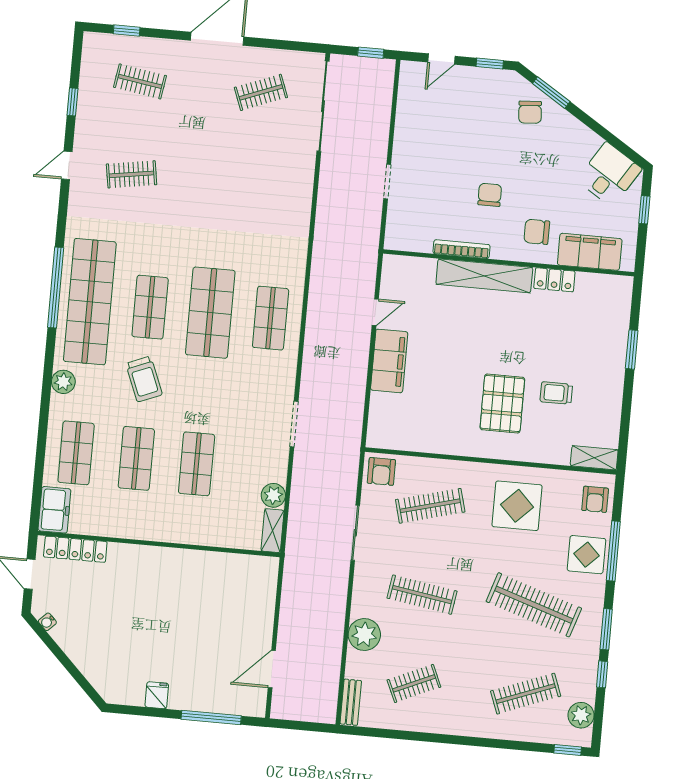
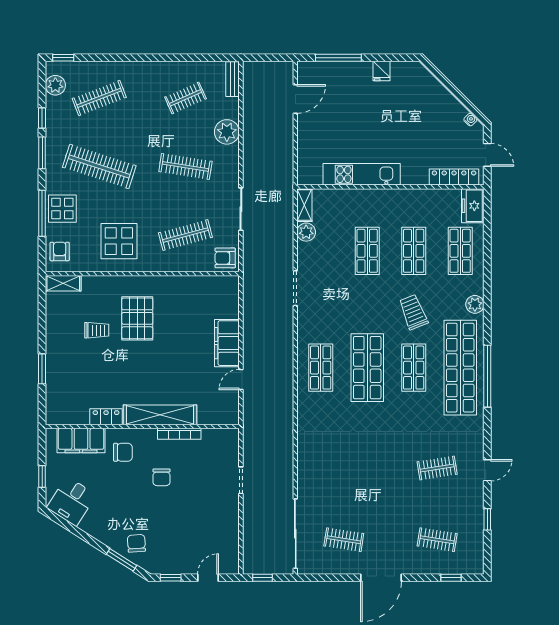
clothes rail: (261, 92) -> (344, 540), turned 30
armchair: (381, 471) -> (225, 258), turned -90
kitchen unit: (195, 564) -> (362, 174), added

